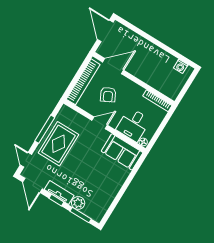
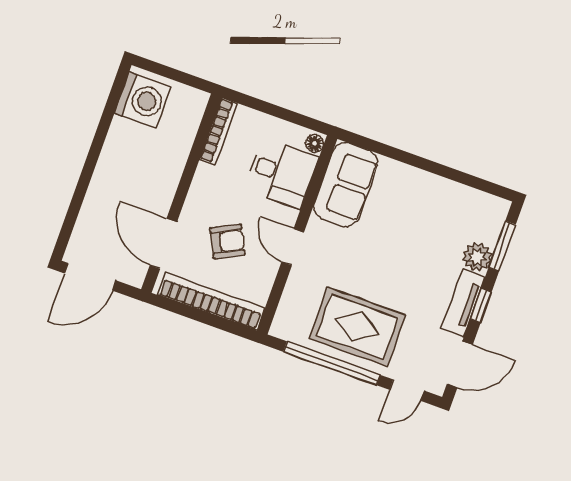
washing machine: (181, 66) -> (143, 100), width x1.89, depth x1.89
window: (45, 129) -> (332, 363), width x1.46

